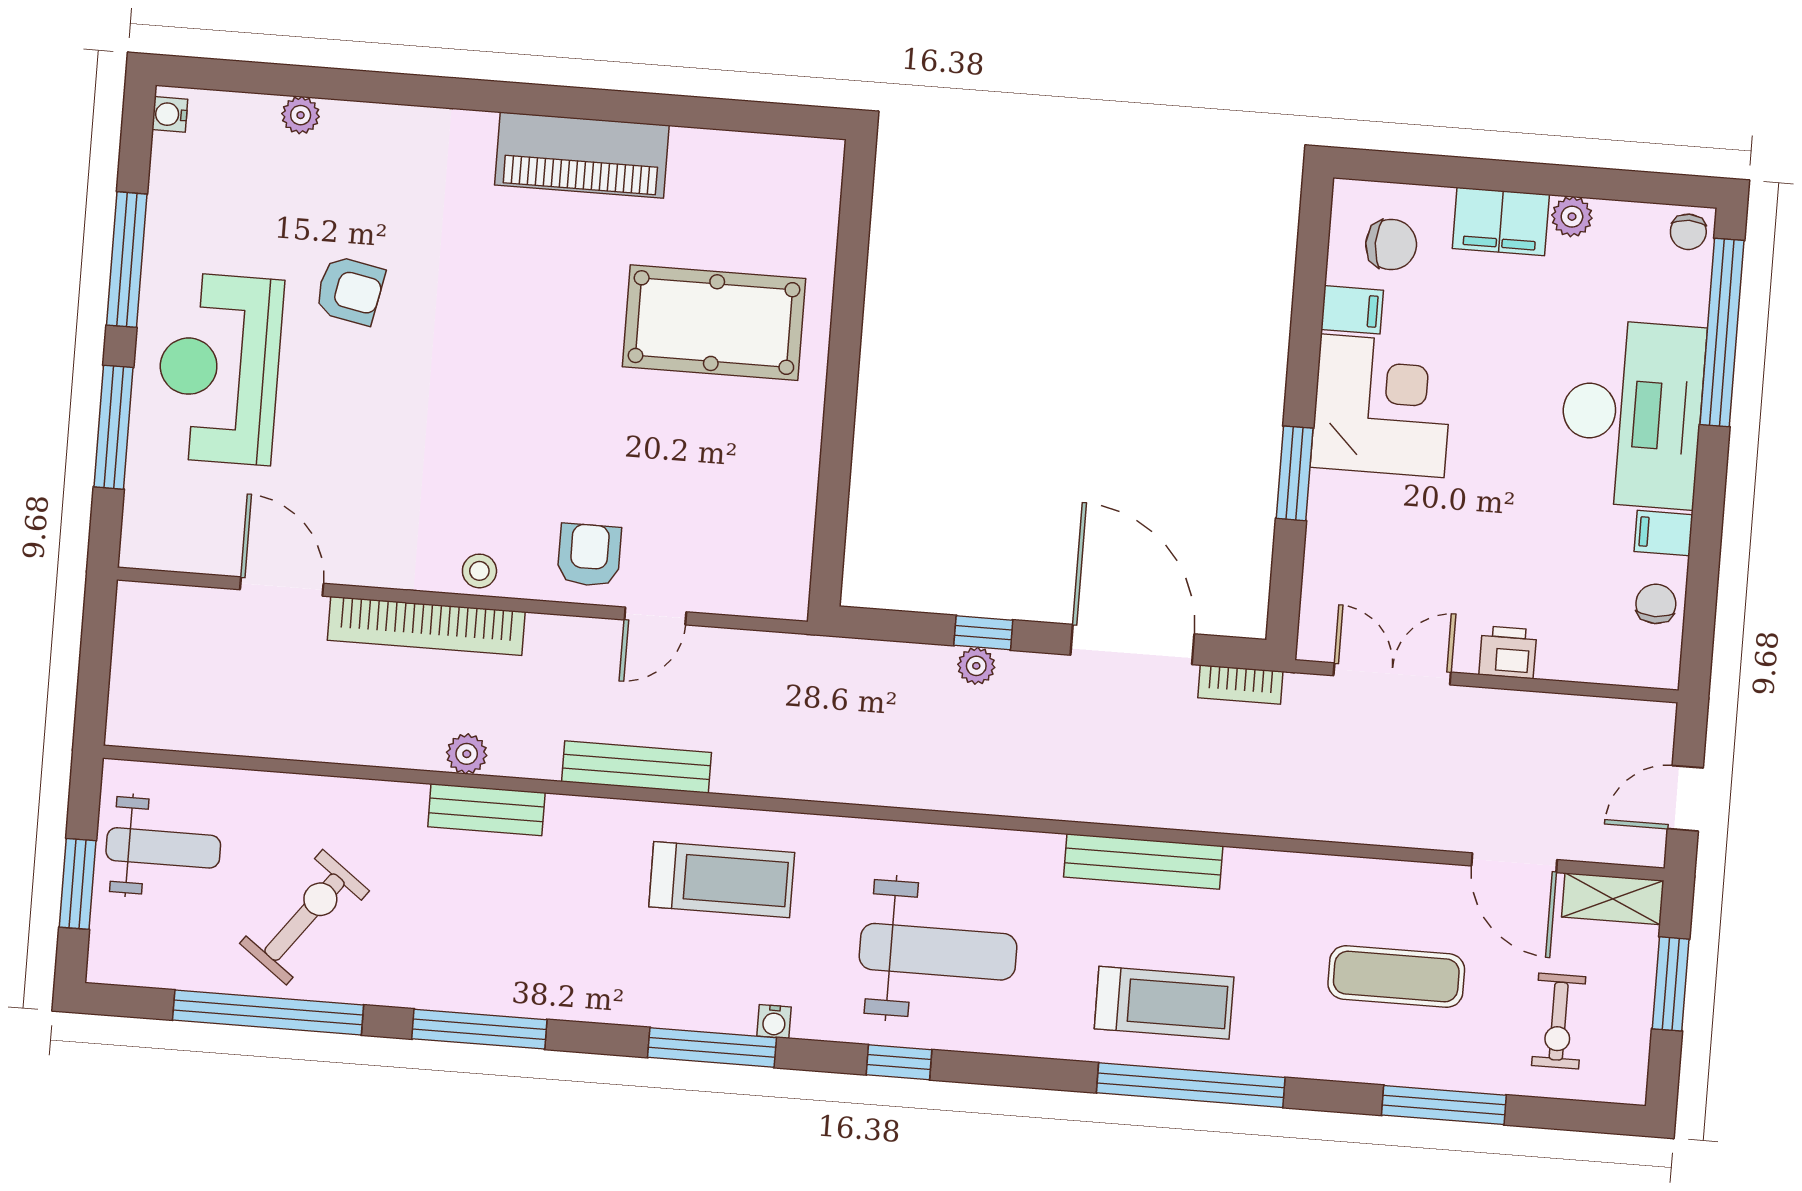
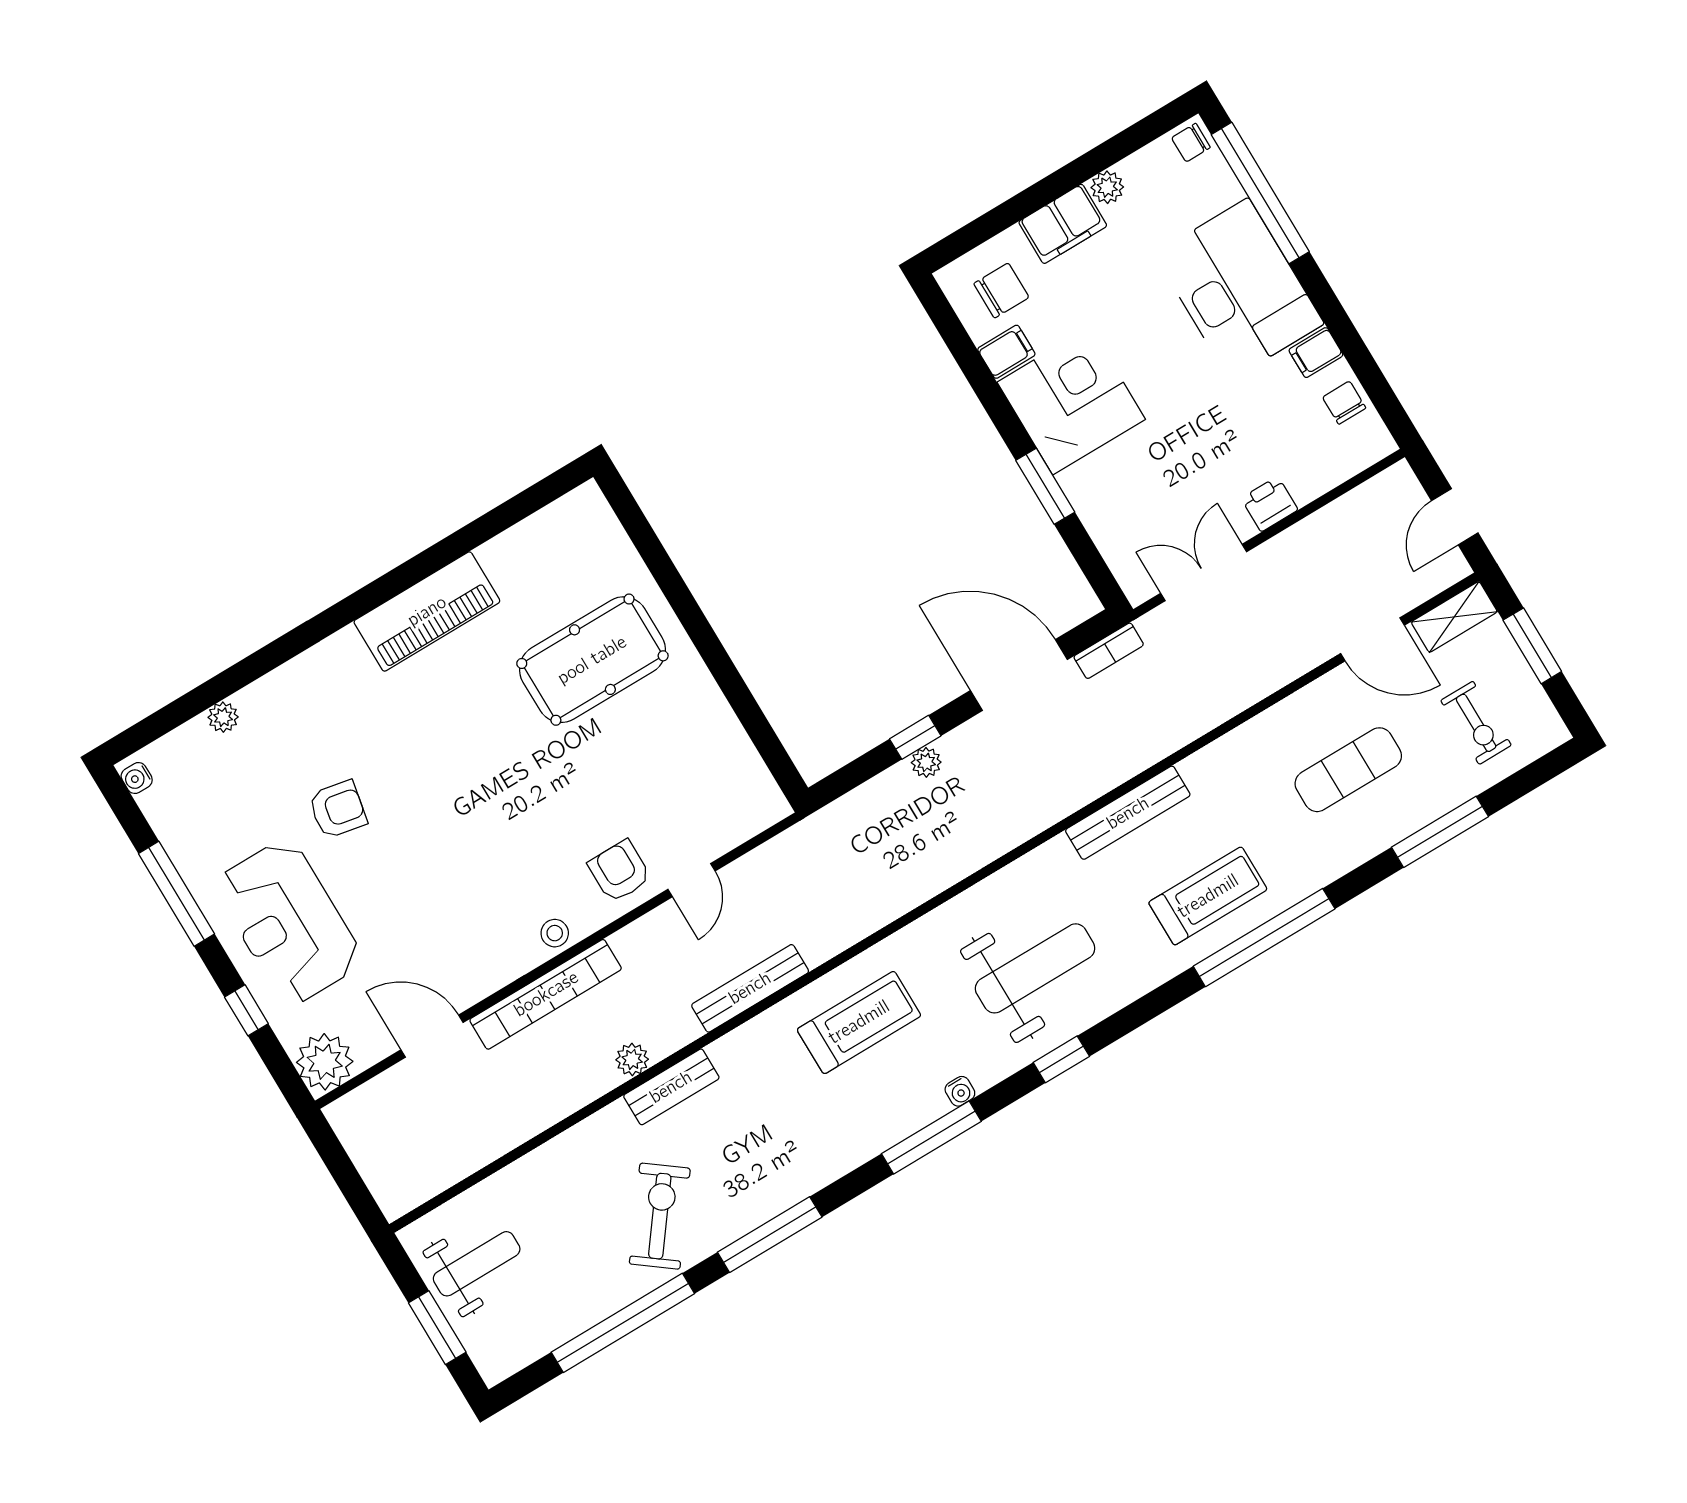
chair: (1688, 232) -> (1191, 143), turned 90
window: (114, 427) -> (246, 1010), width x0.46
plant: (155, 535) -> (325, 1062), added
exercise bike: (304, 917) -> (660, 1216), moved

